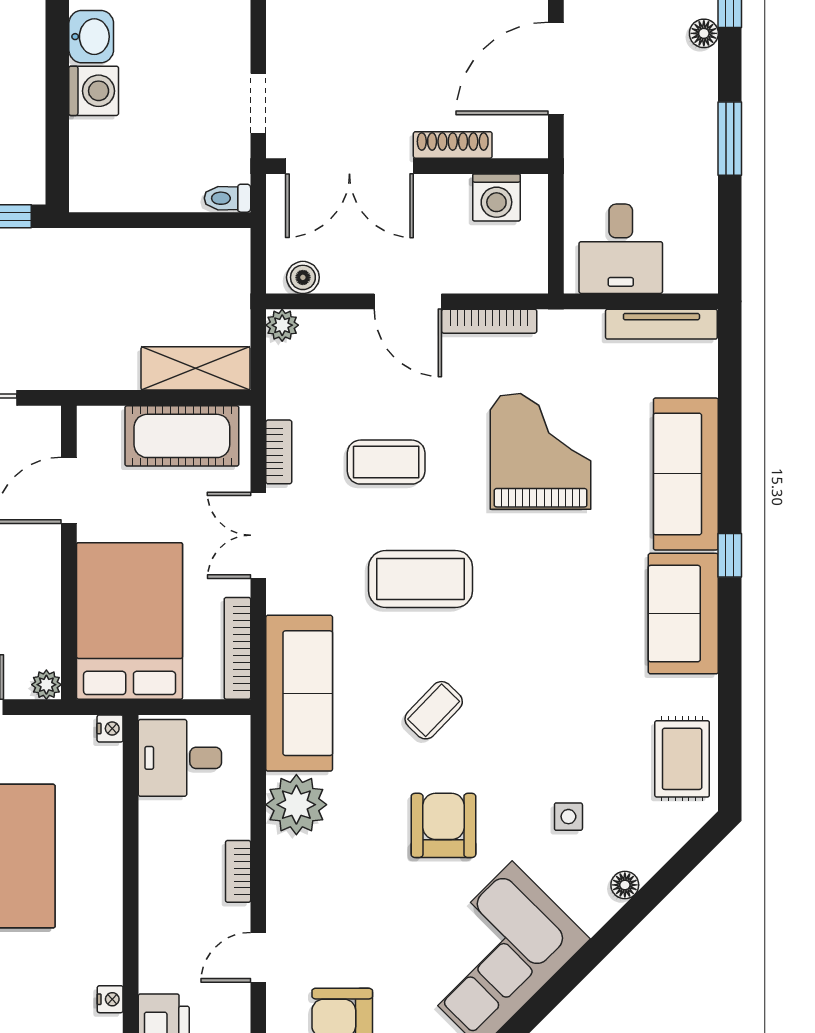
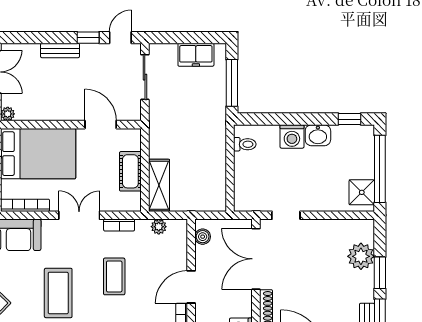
toilet: (227, 198) -> (245, 144), moved, turned 90
plant: (282, 325) -> (159, 227), moved
cot: (182, 436) -> (130, 171), width x0.73, depth x0.75

